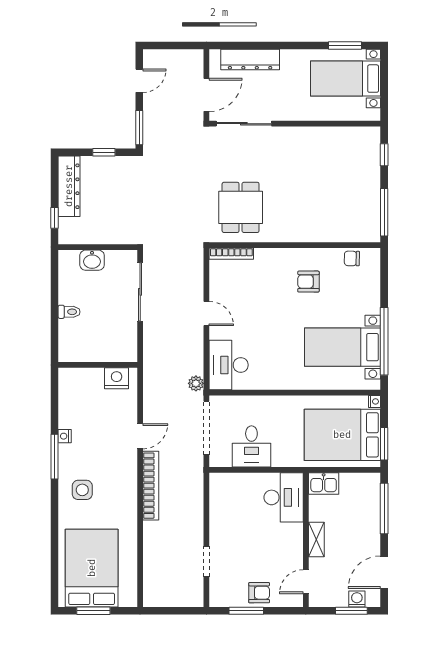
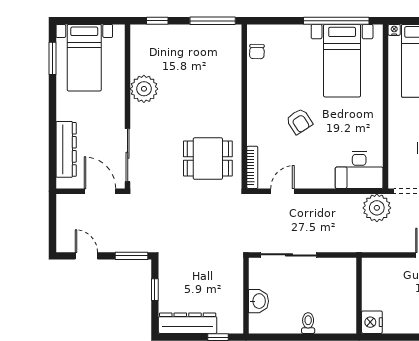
plant: (313, 141) -> (144, 89), added
armchair: (308, 282) -> (299, 121), moved, turned -33
door: (206, 313) -> (282, 191), moved
nightstand: (117, 378) -> (372, 322), moved
plant: (196, 383) -> (377, 208), width x1.88, depth x1.88

